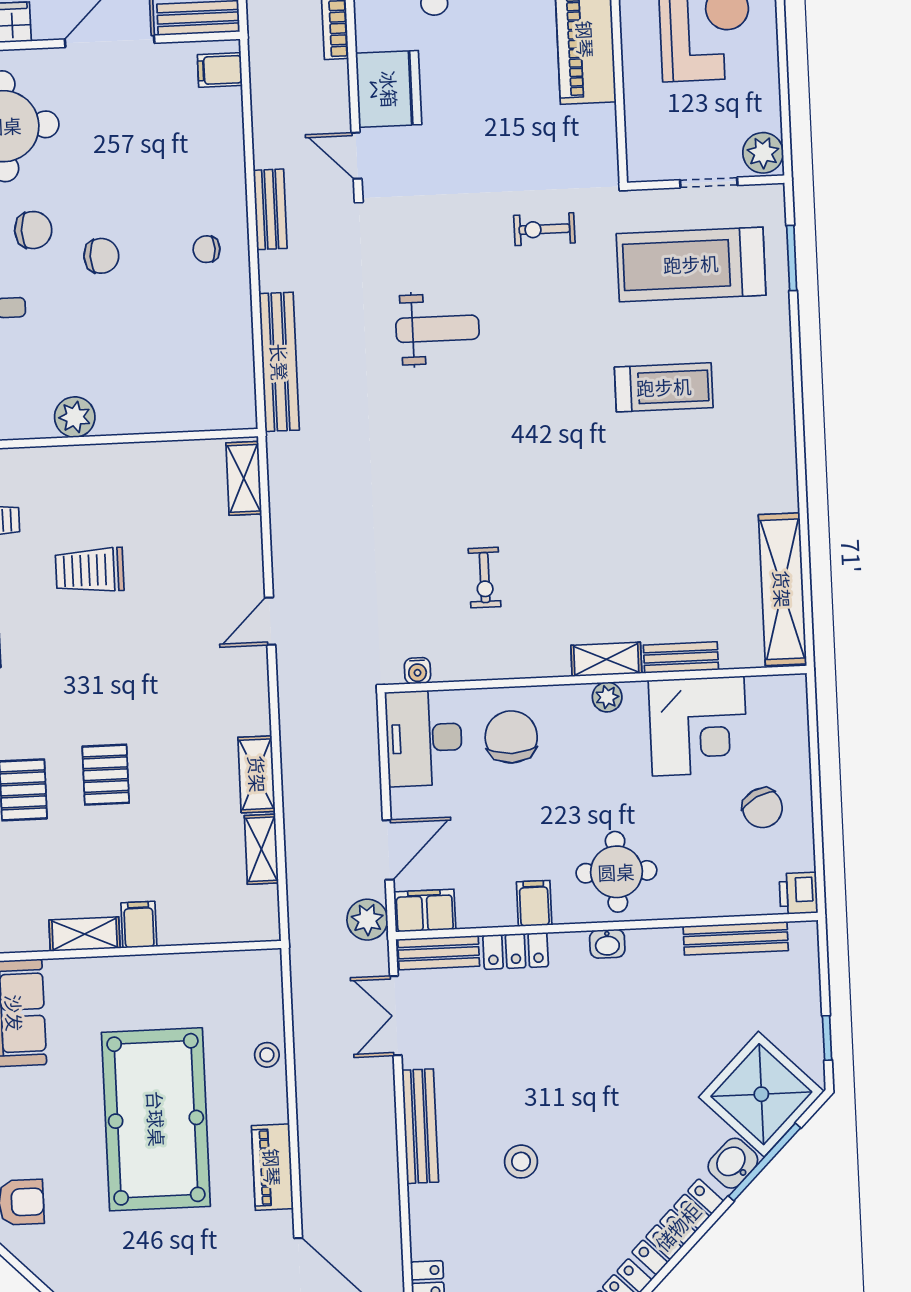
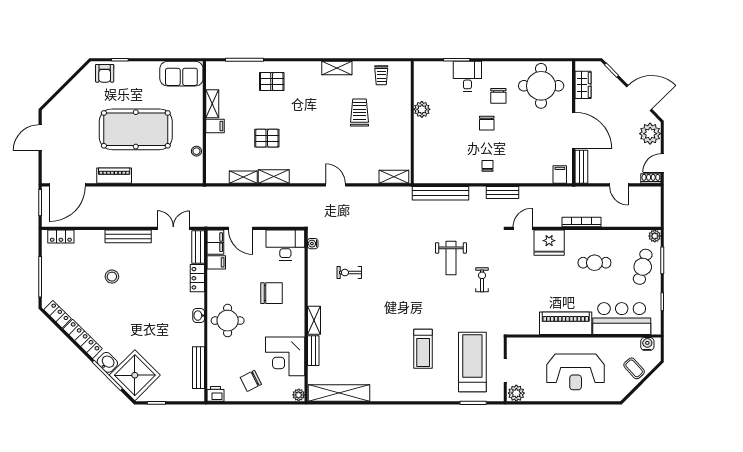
exercise bike: (544, 229) -> (482, 280), moved
plant: (607, 697) -> (299, 395), moved
chair: (511, 737) -> (271, 293), moved
pallet: (106, 775) -> (267, 138), moved
filing cabinet: (534, 903) -> (216, 262), moved
plant: (367, 920) -> (213, 219), removed
stool: (267, 1055) -> (196, 151), moved

